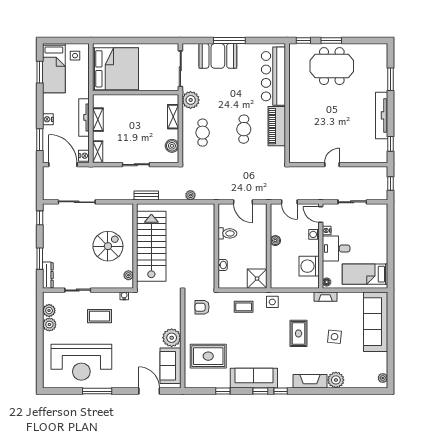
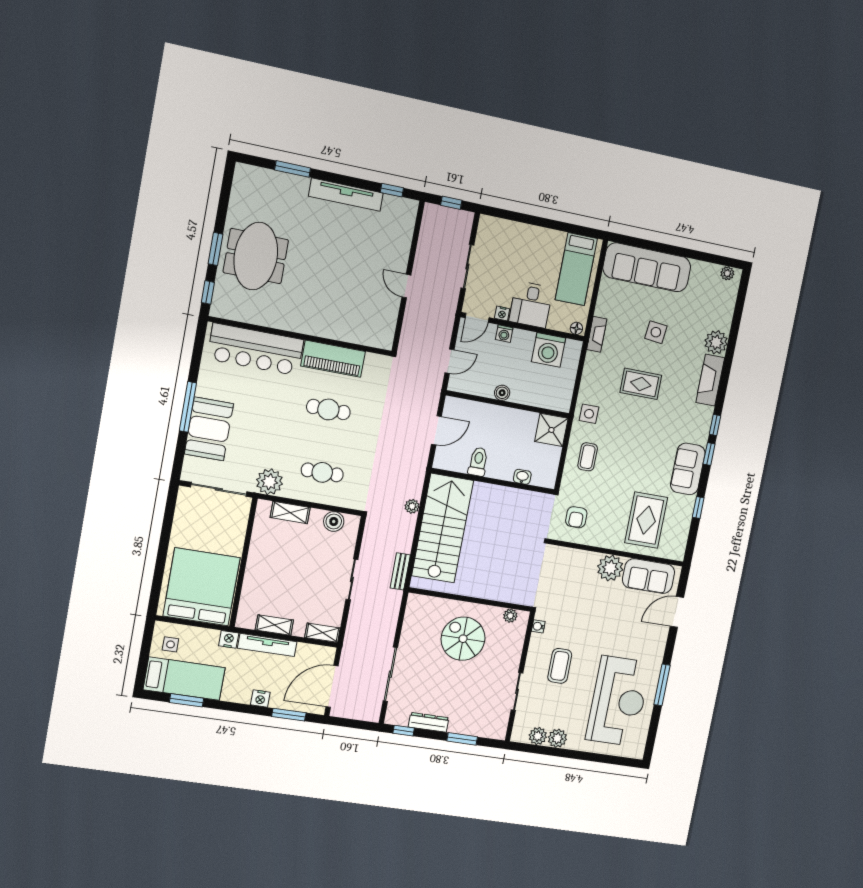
nightstand: (84, 156) -> (229, 639), moved
stairs: (151, 246) -> (443, 528), moved, turned 90
dresser: (48, 275) -> (429, 722), moved
sofa: (254, 378) -> (688, 469), width x0.73

